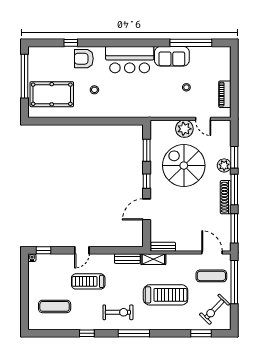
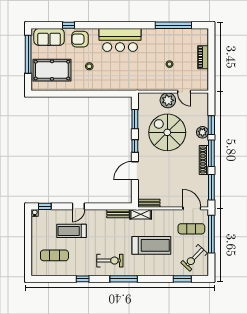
sofa: (172, 56) -> (49, 37), moved
piano: (225, 94) -> (203, 57), moved
treadmill: (88, 281) -> (71, 231), moved

